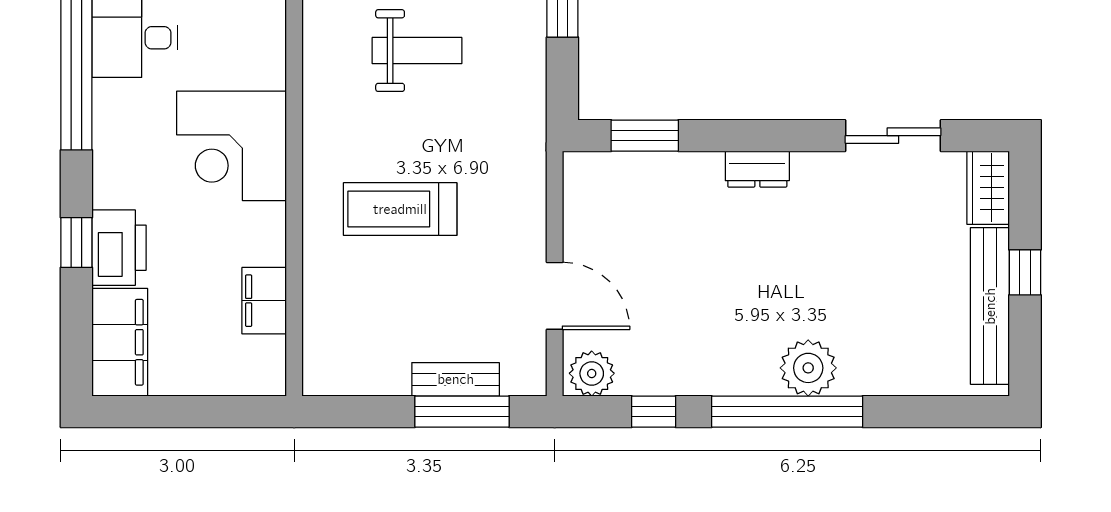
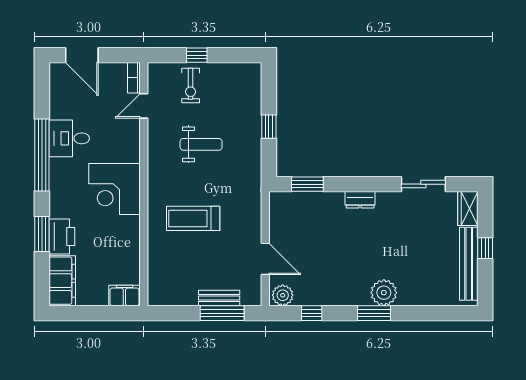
window: (76, 242) -> (42, 234), width x1.50
filing cabinet: (264, 301) -> (124, 295), moved, turned 90
window: (787, 412) -> (374, 313), width x0.47

